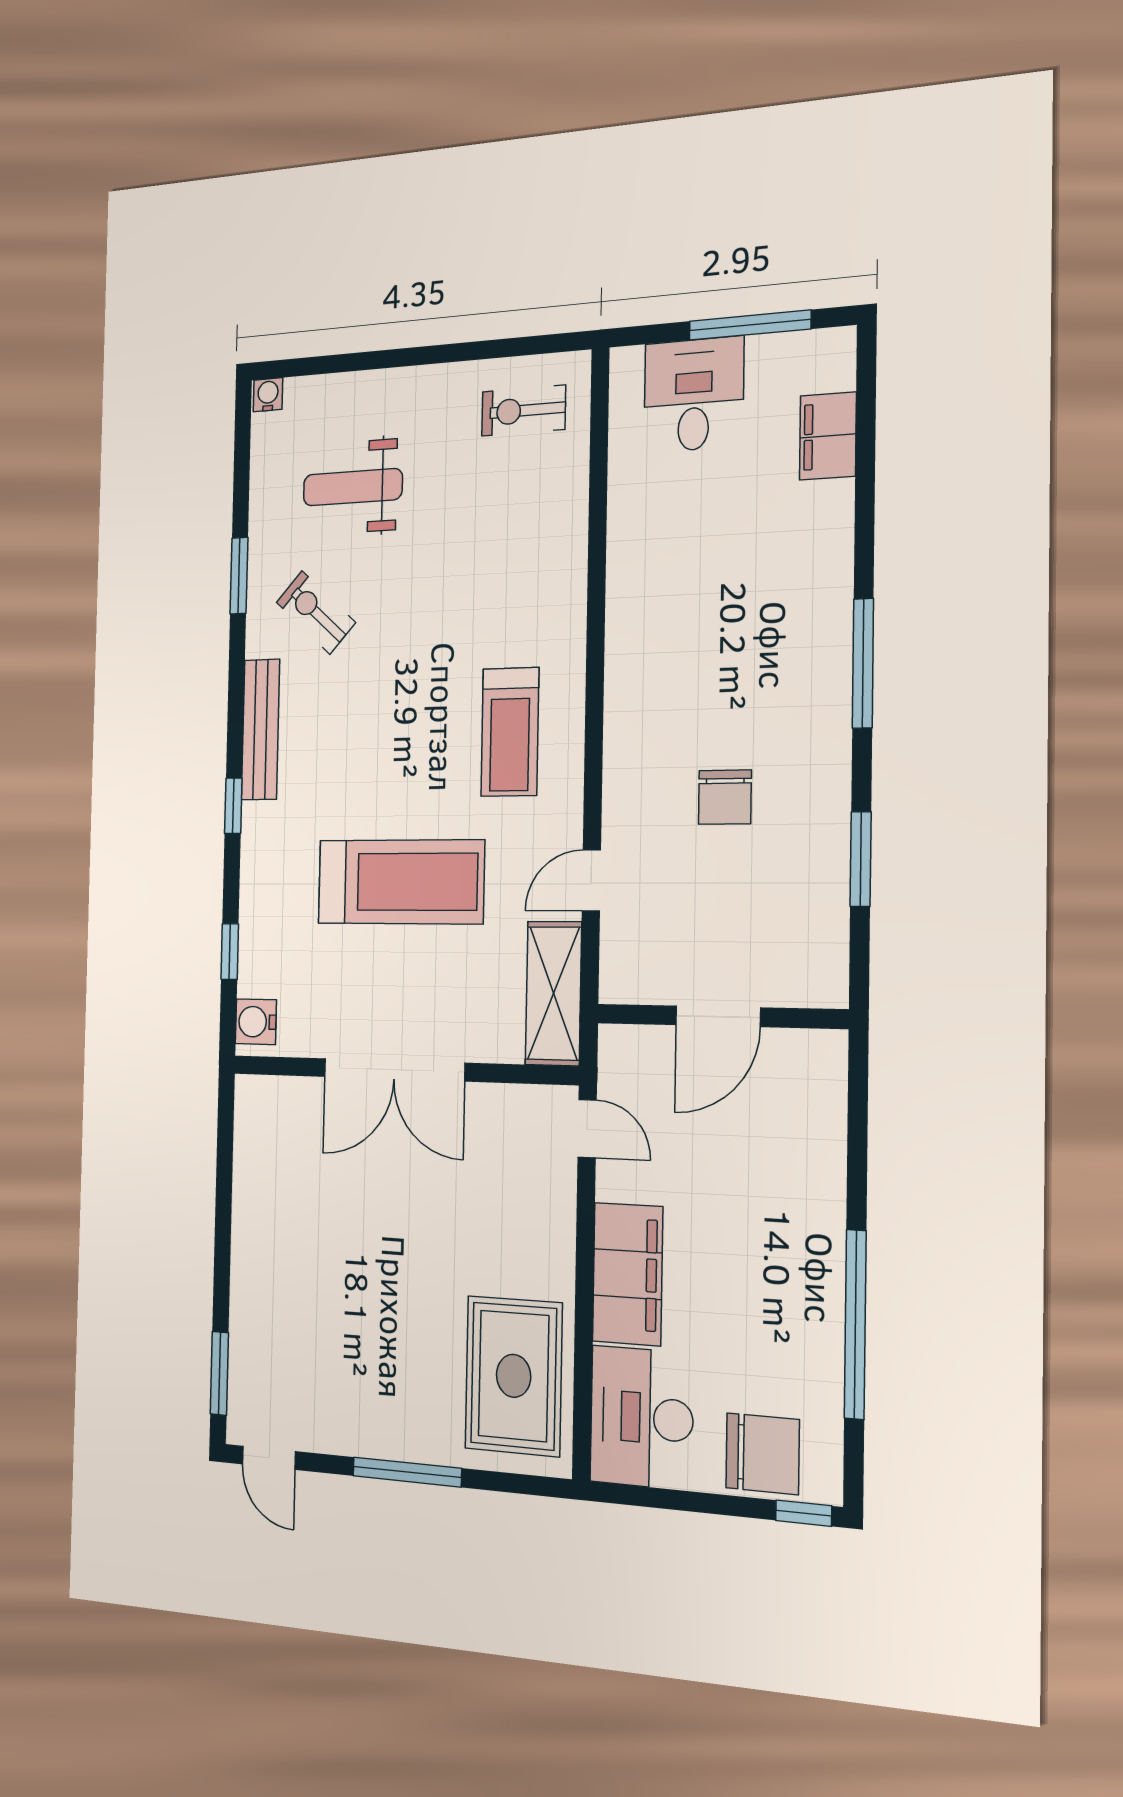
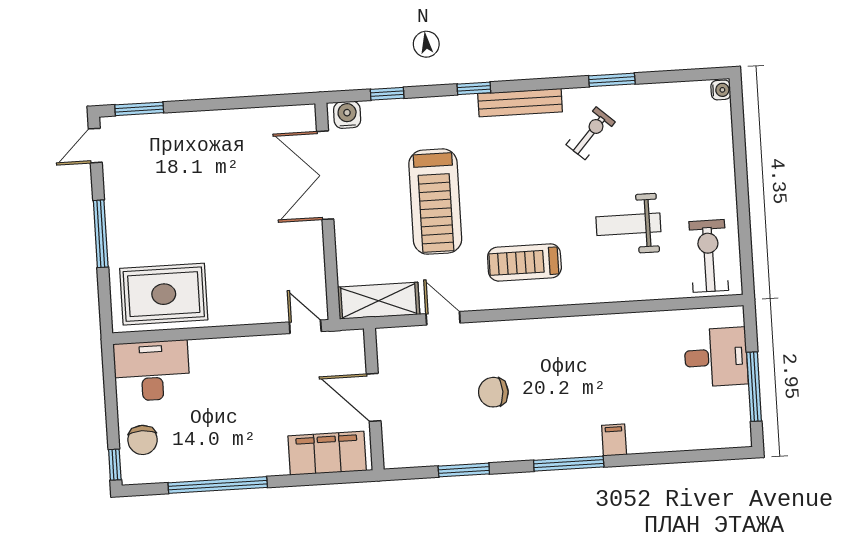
exercise bike: (524, 411) -> (709, 256), width x1.38, depth x1.39
filing cabinet: (828, 436) -> (614, 440), moved, width x0.50
weight bench: (353, 487) -> (628, 224), moved, turned -90
double door: (394, 1070) -> (325, 175), moved
door: (587, 1129) -> (305, 327), swing flipped
filing cabinet: (628, 1274) -> (327, 453), moved, turned 180
chair: (762, 1454) -> (143, 440), width x0.73, depth x0.73

